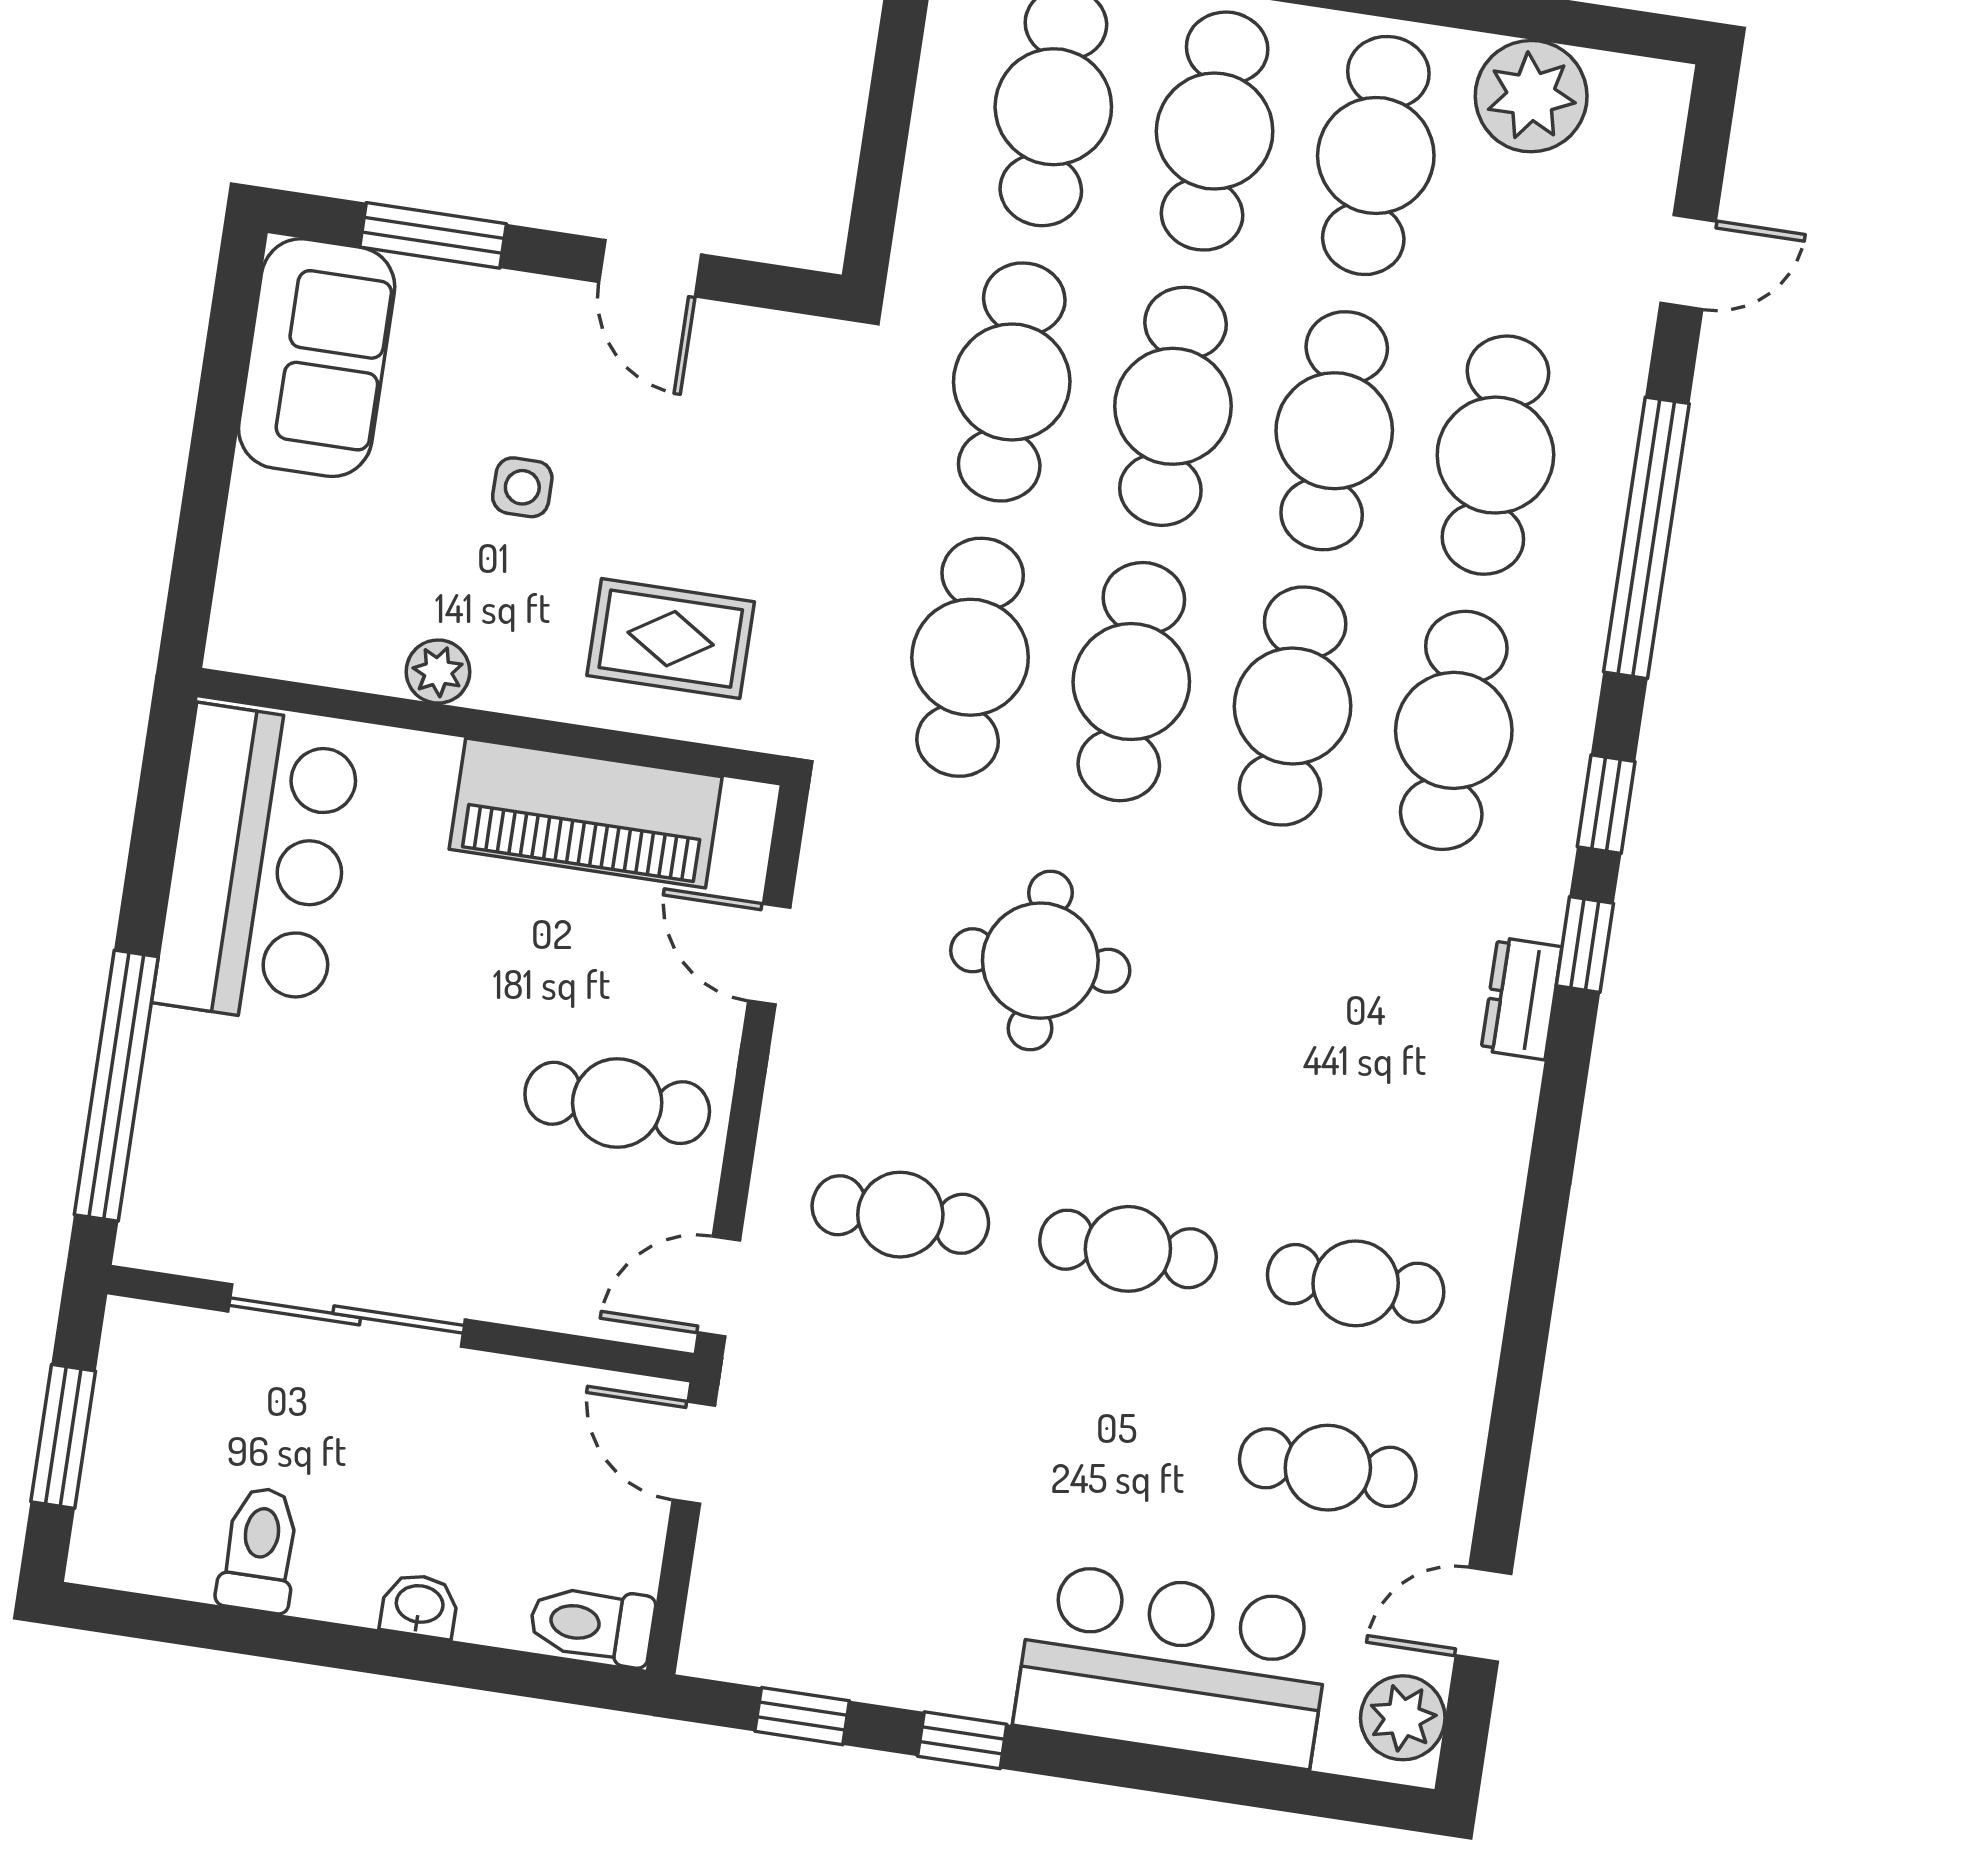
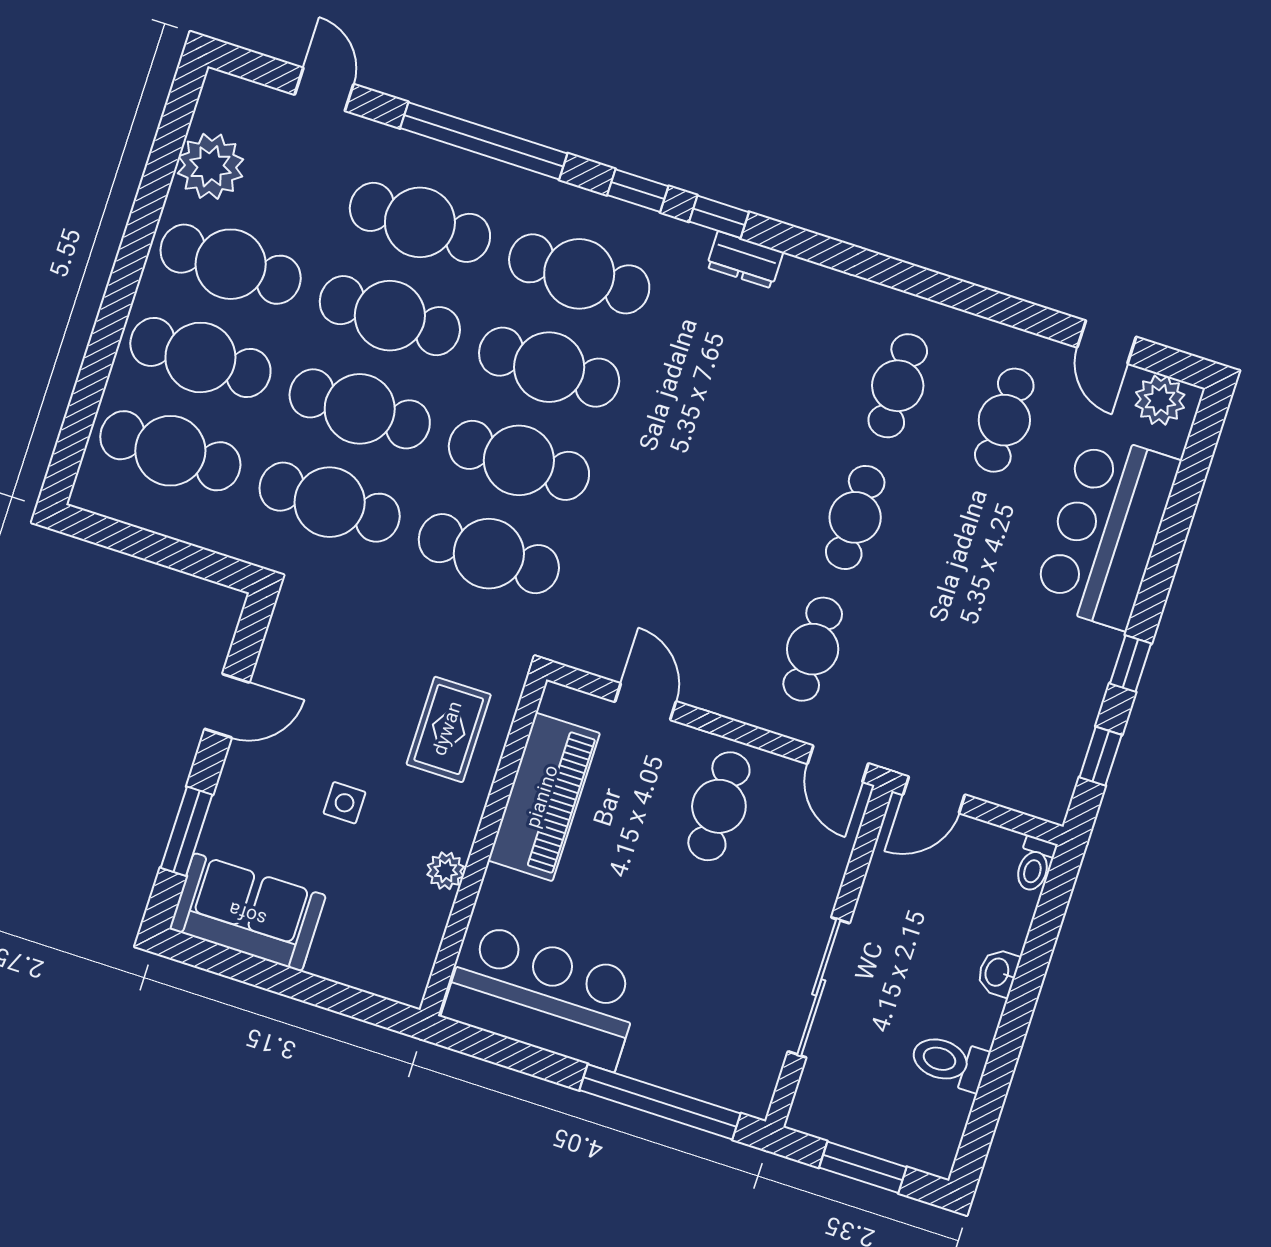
door: (769, 954) -> (646, 702), swing flipped
round table: (1040, 961) -> (676, 541), removed
toilet: (592, 1624) -> (1035, 864), width x0.73, depth x0.72

